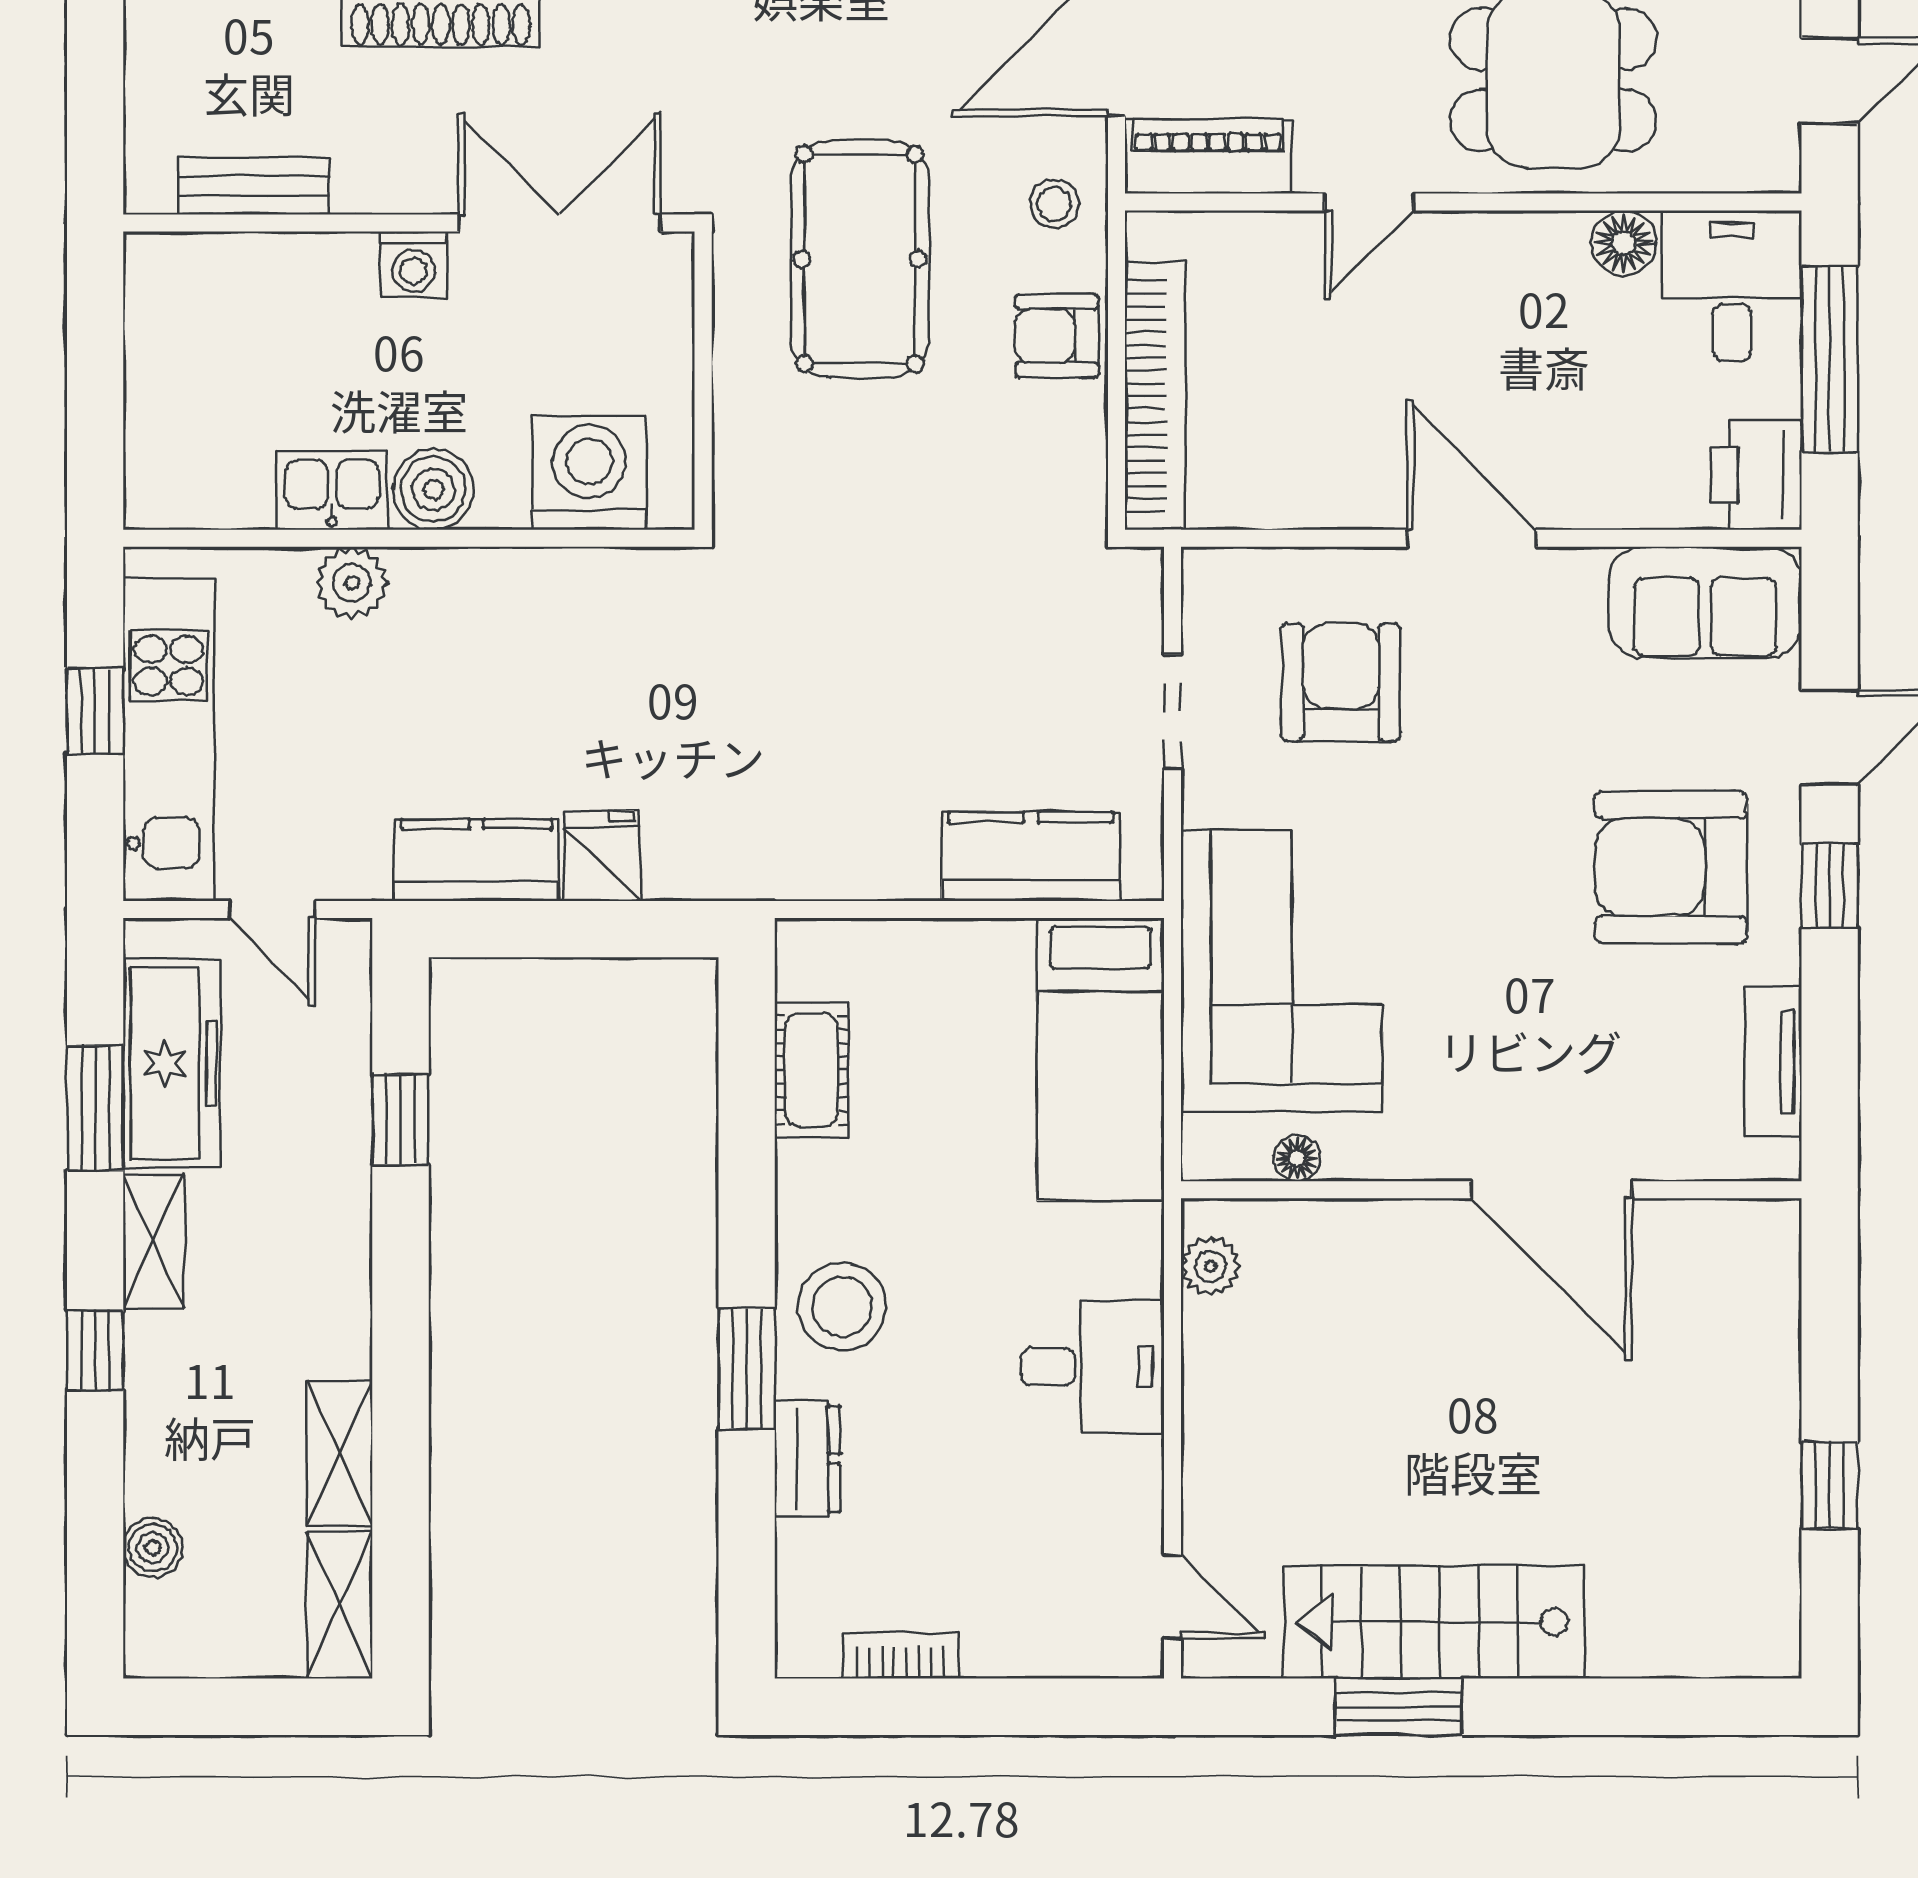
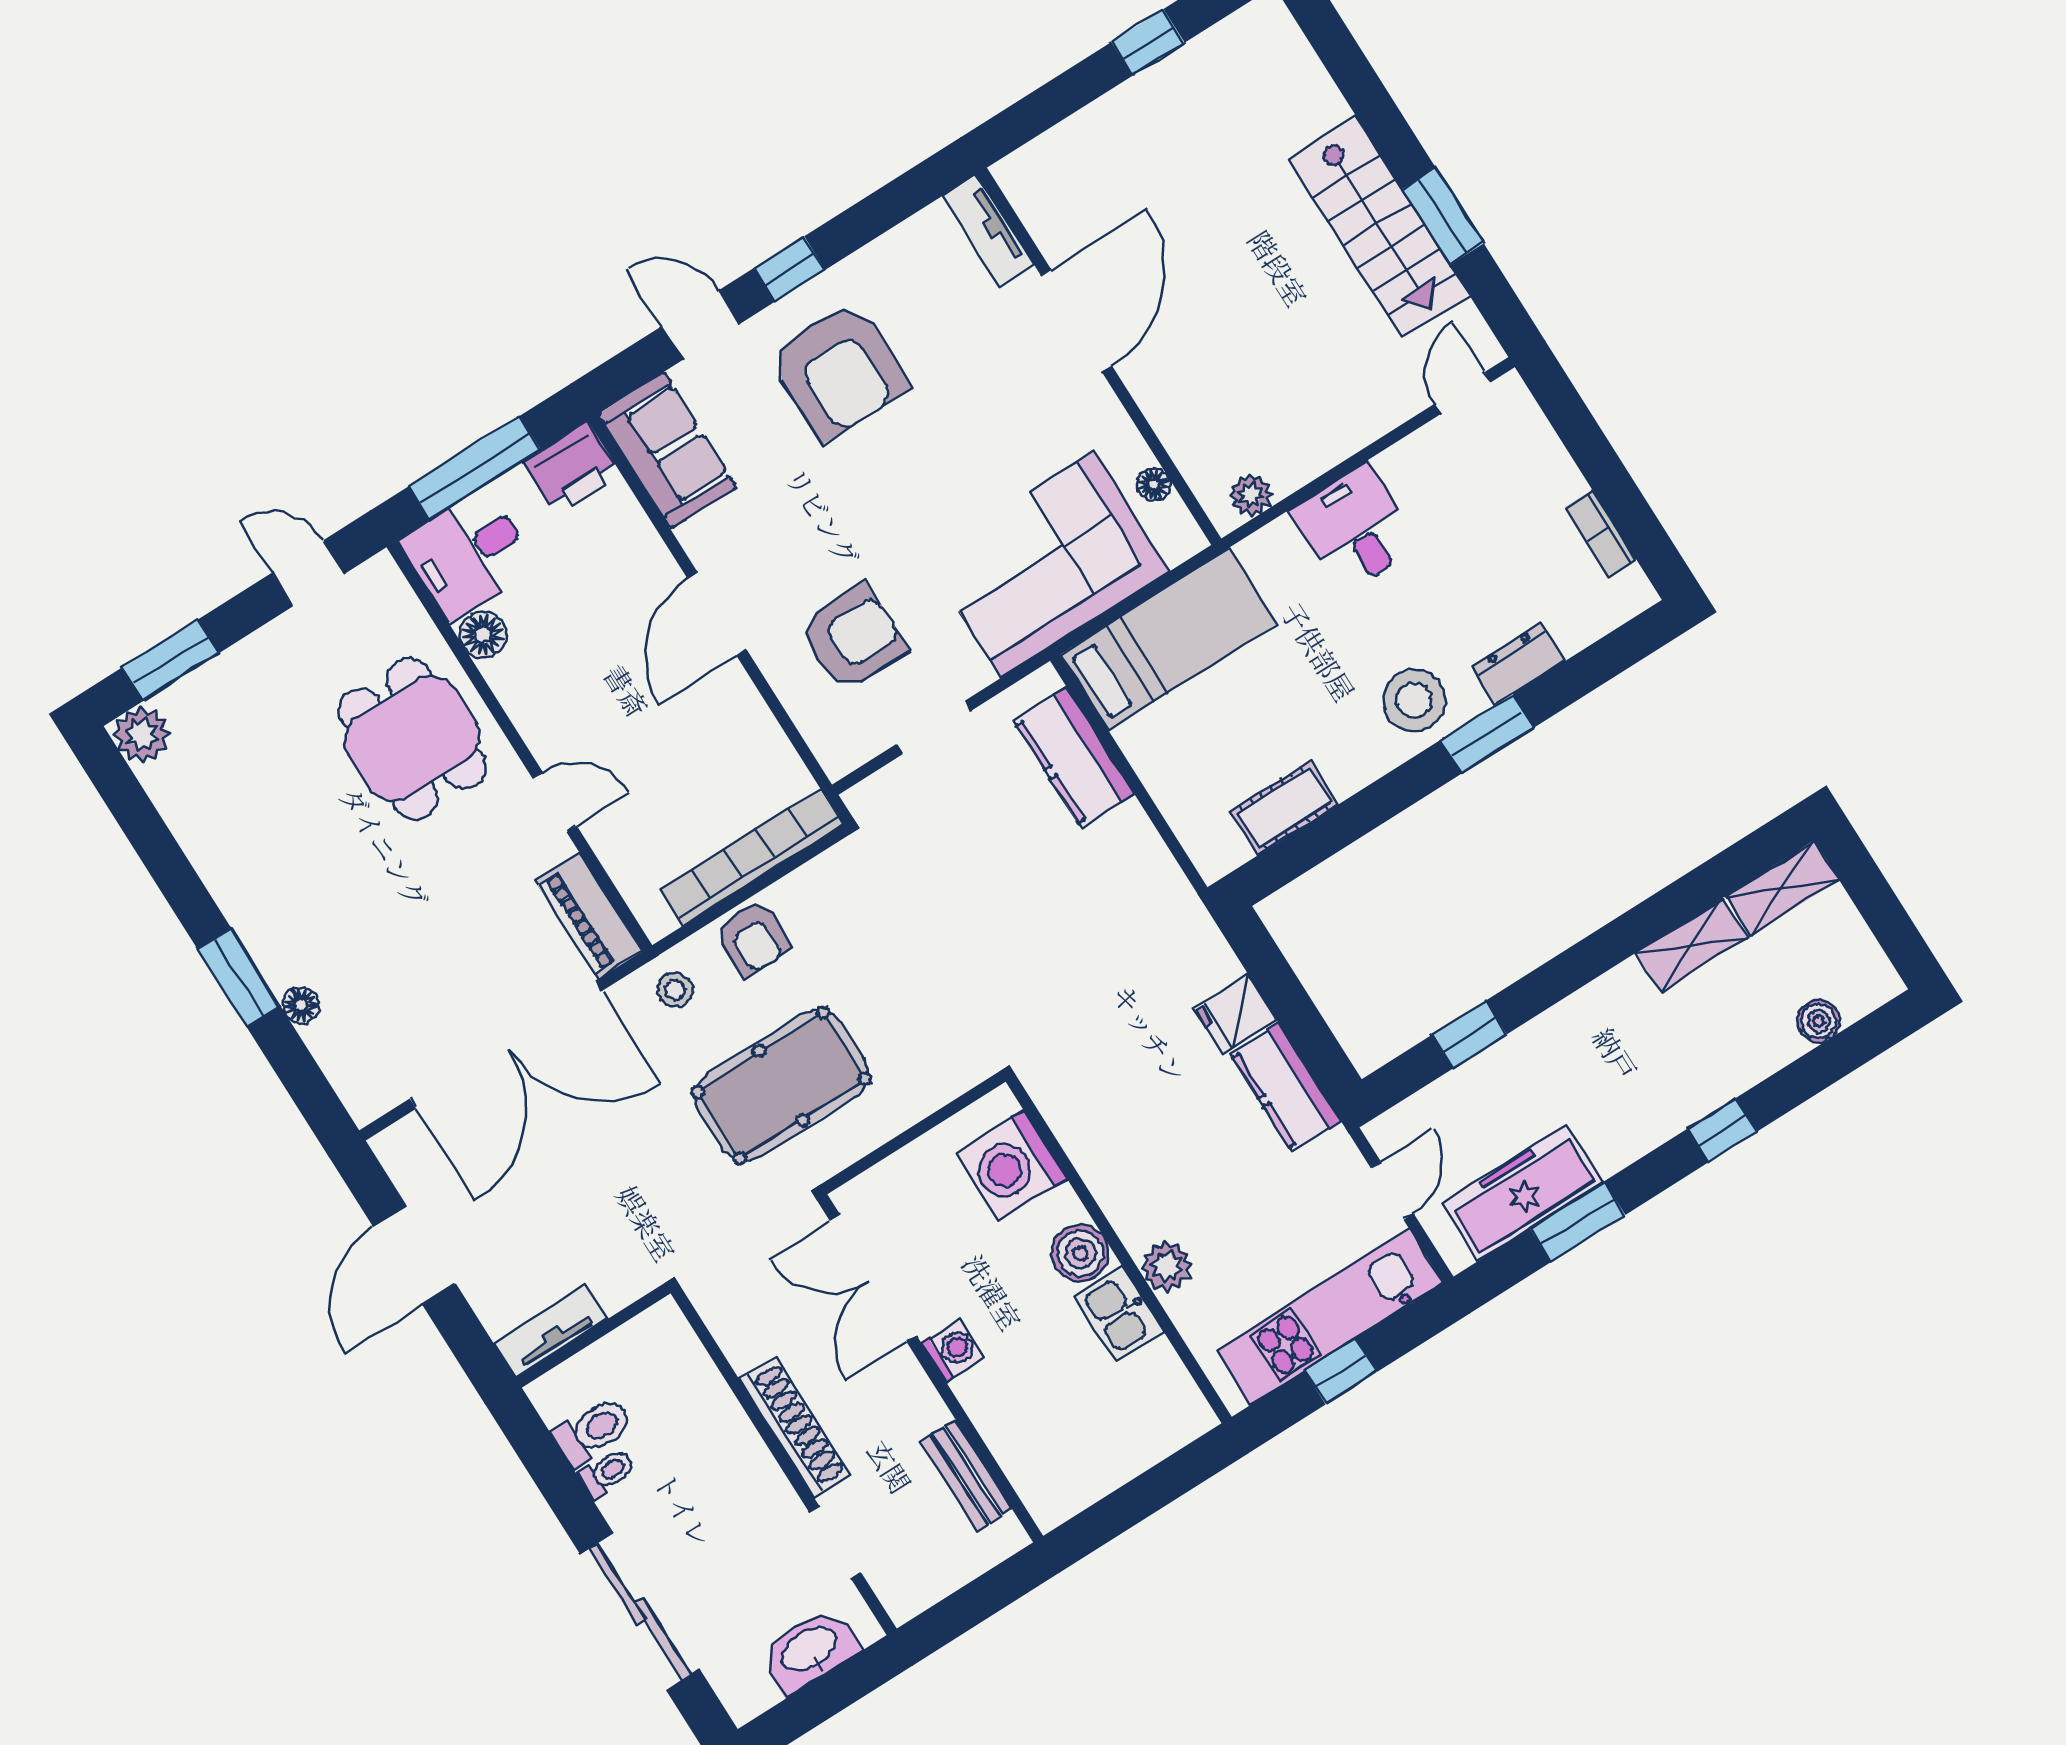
armchair: (1341, 682) -> (853, 638), turned 180
tv unit: (1773, 1062) -> (988, 230), moved, turned 90
shelving: (154, 1241) -> (1635, 1136), removed

